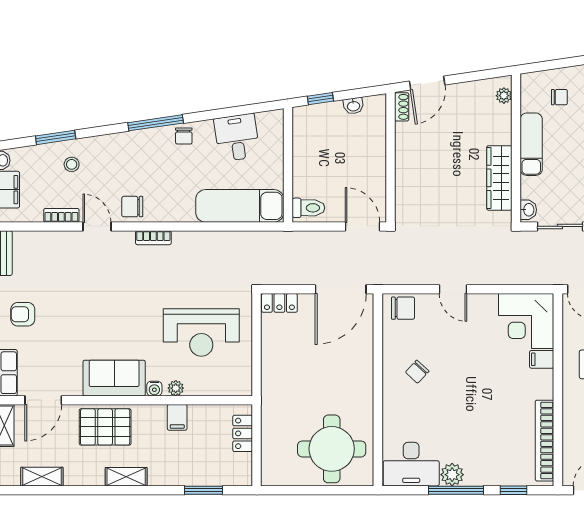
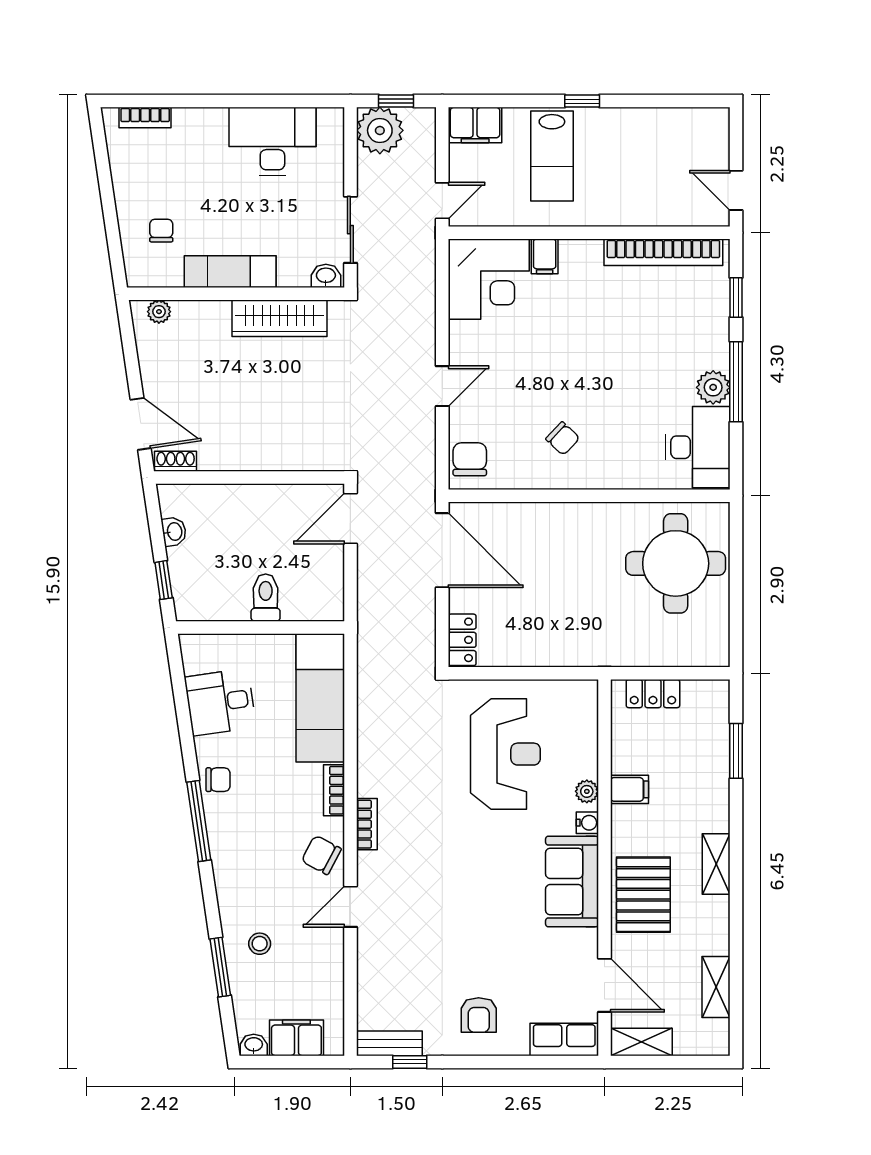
chair: (132, 207) -> (321, 855), turned 118
toilet: (308, 208) -> (266, 598), moved
bookcase: (61, 215) -> (334, 790), moved

